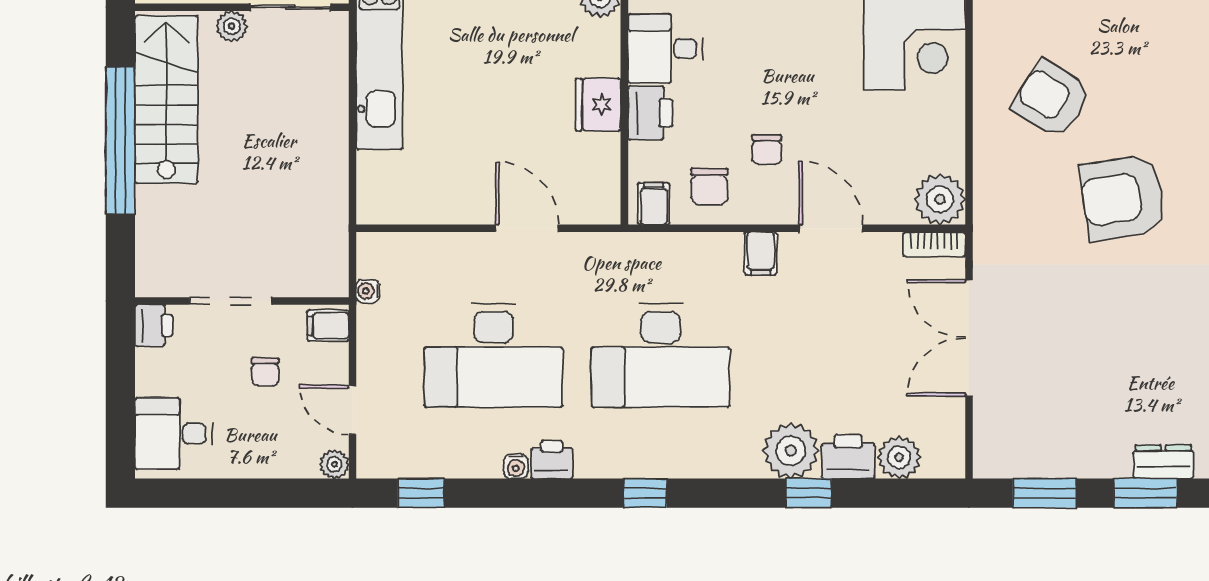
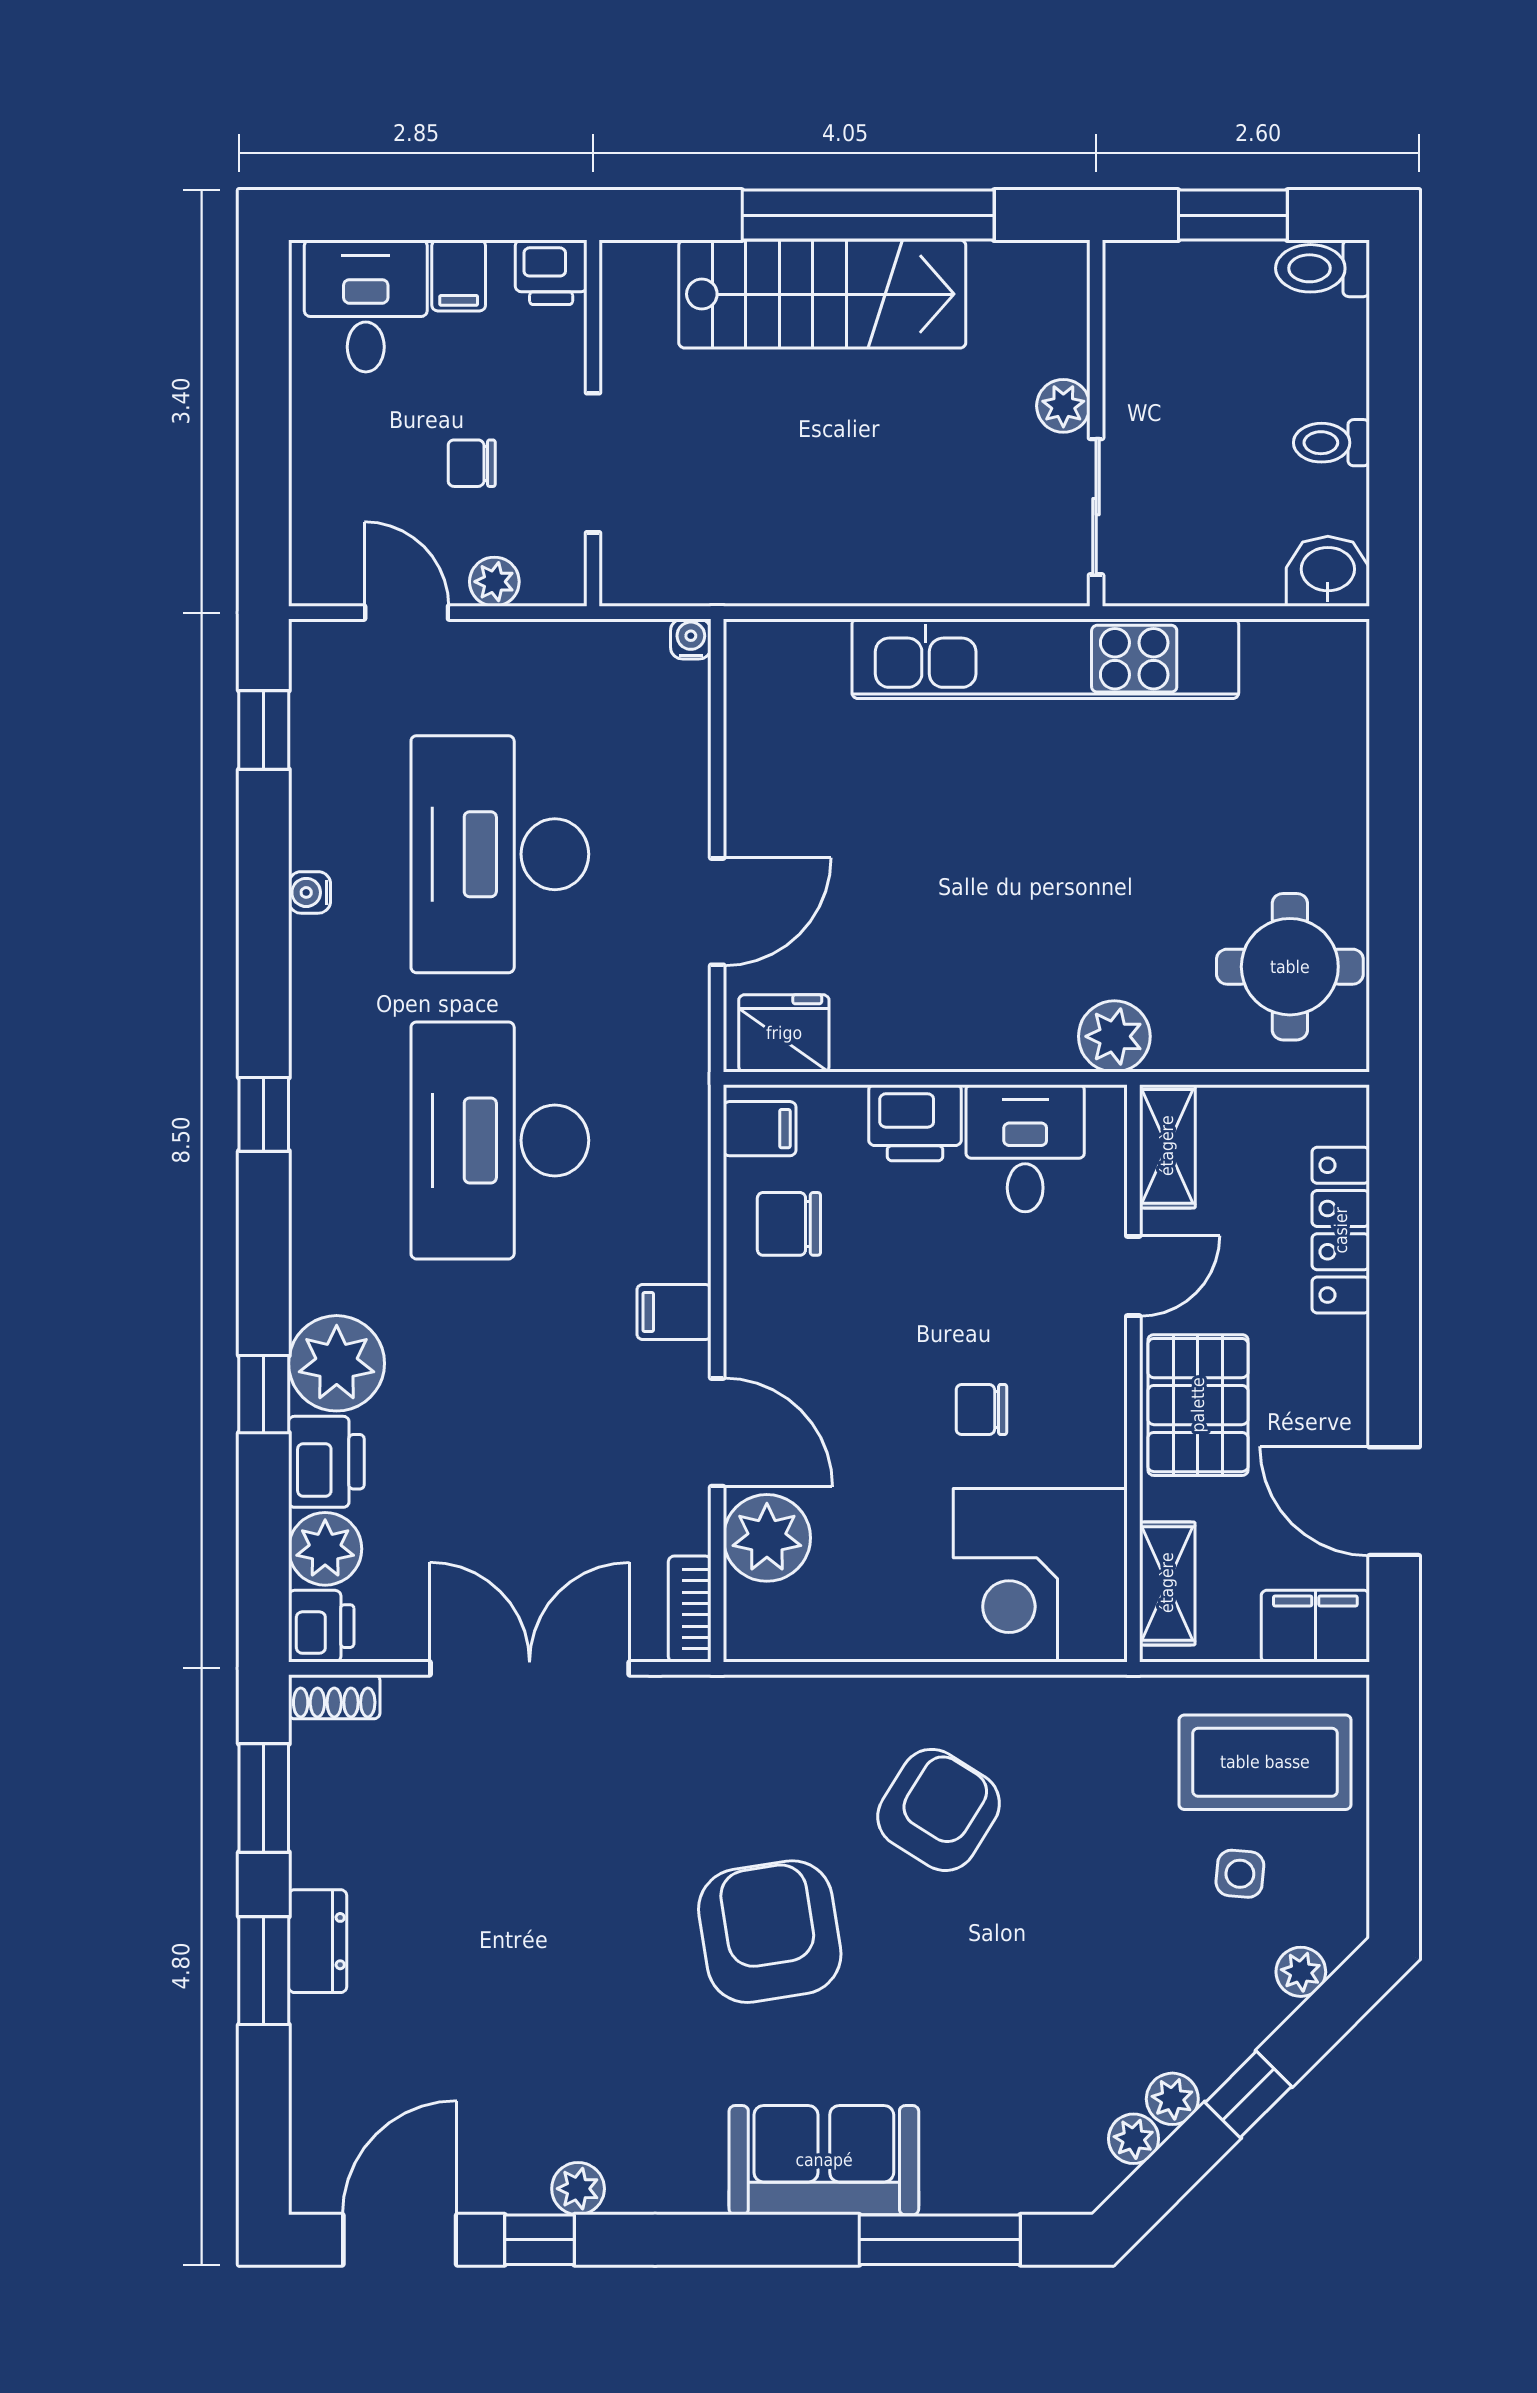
stairs: (166, 99) -> (822, 294), moved
fridge: (598, 105) -> (784, 1033), moved
chair: (767, 150) -> (981, 1410), moved
plant: (940, 199) -> (767, 1538), moved
door: (831, 228) -> (717, 1432), hinge flipped
water cooler: (368, 291) -> (691, 639), moved
doorway: (231, 301) -> (593, 463), moved
filing cabinet: (328, 326) -> (459, 275), moved, turned 180
door: (352, 410) -> (407, 613), hinge flipped
shoe rack: (985, 452) -> (334, 1697), added
printer: (552, 460) -> (321, 1626), moved
dresser: (1163, 462) -> (318, 1941), moved
plant: (334, 464) -> (494, 582), moved

